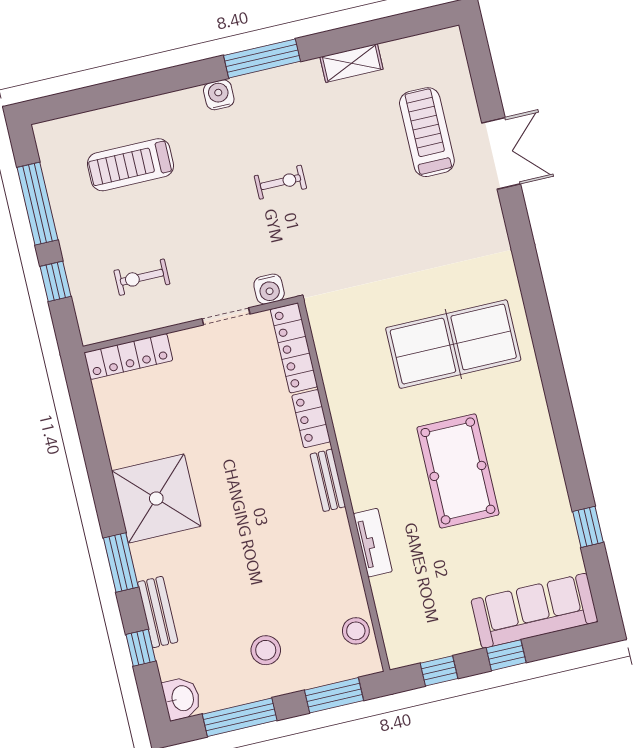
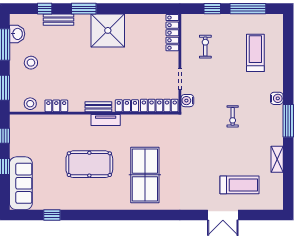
tv unit: (373, 543) -> (106, 120), moved
locker: (347, 573) -> (56, 106), added
washbasin: (182, 698) -> (17, 34), moved, turned -90

